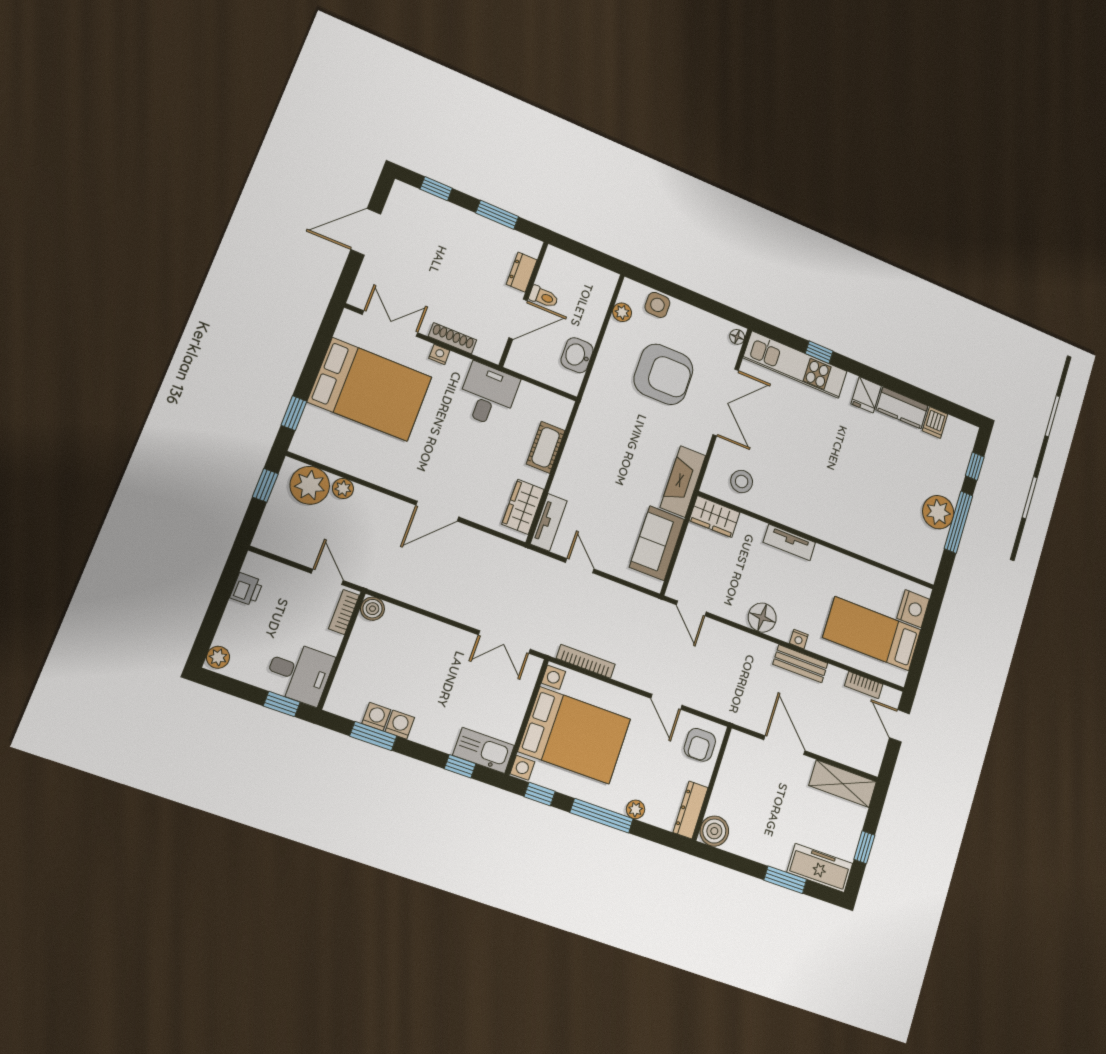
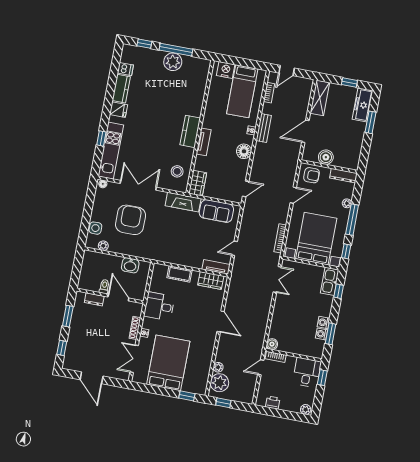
kitchen counter: (811, 521) -> (190, 131), added
boiler: (714, 831) -> (326, 157), moved

